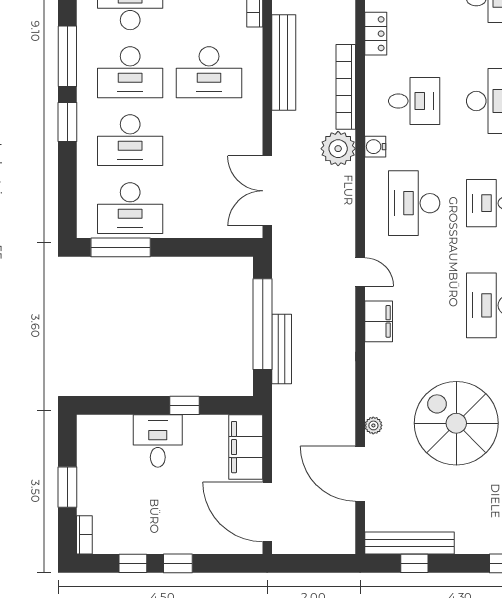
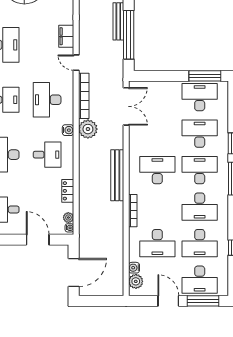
bookcase: (346, 87) -> (84, 96), moved
desk: (414, 101) -> (47, 155), turned 180
desk: (414, 203) -> (47, 100), turned 180

